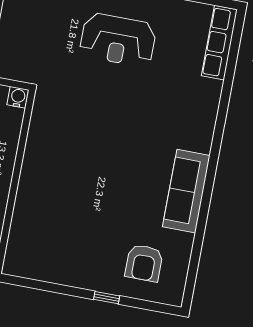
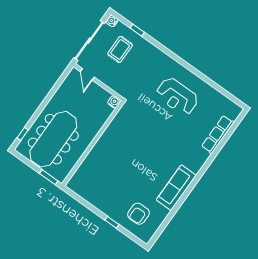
row of seats: (219, 43) -> (218, 134), moved

